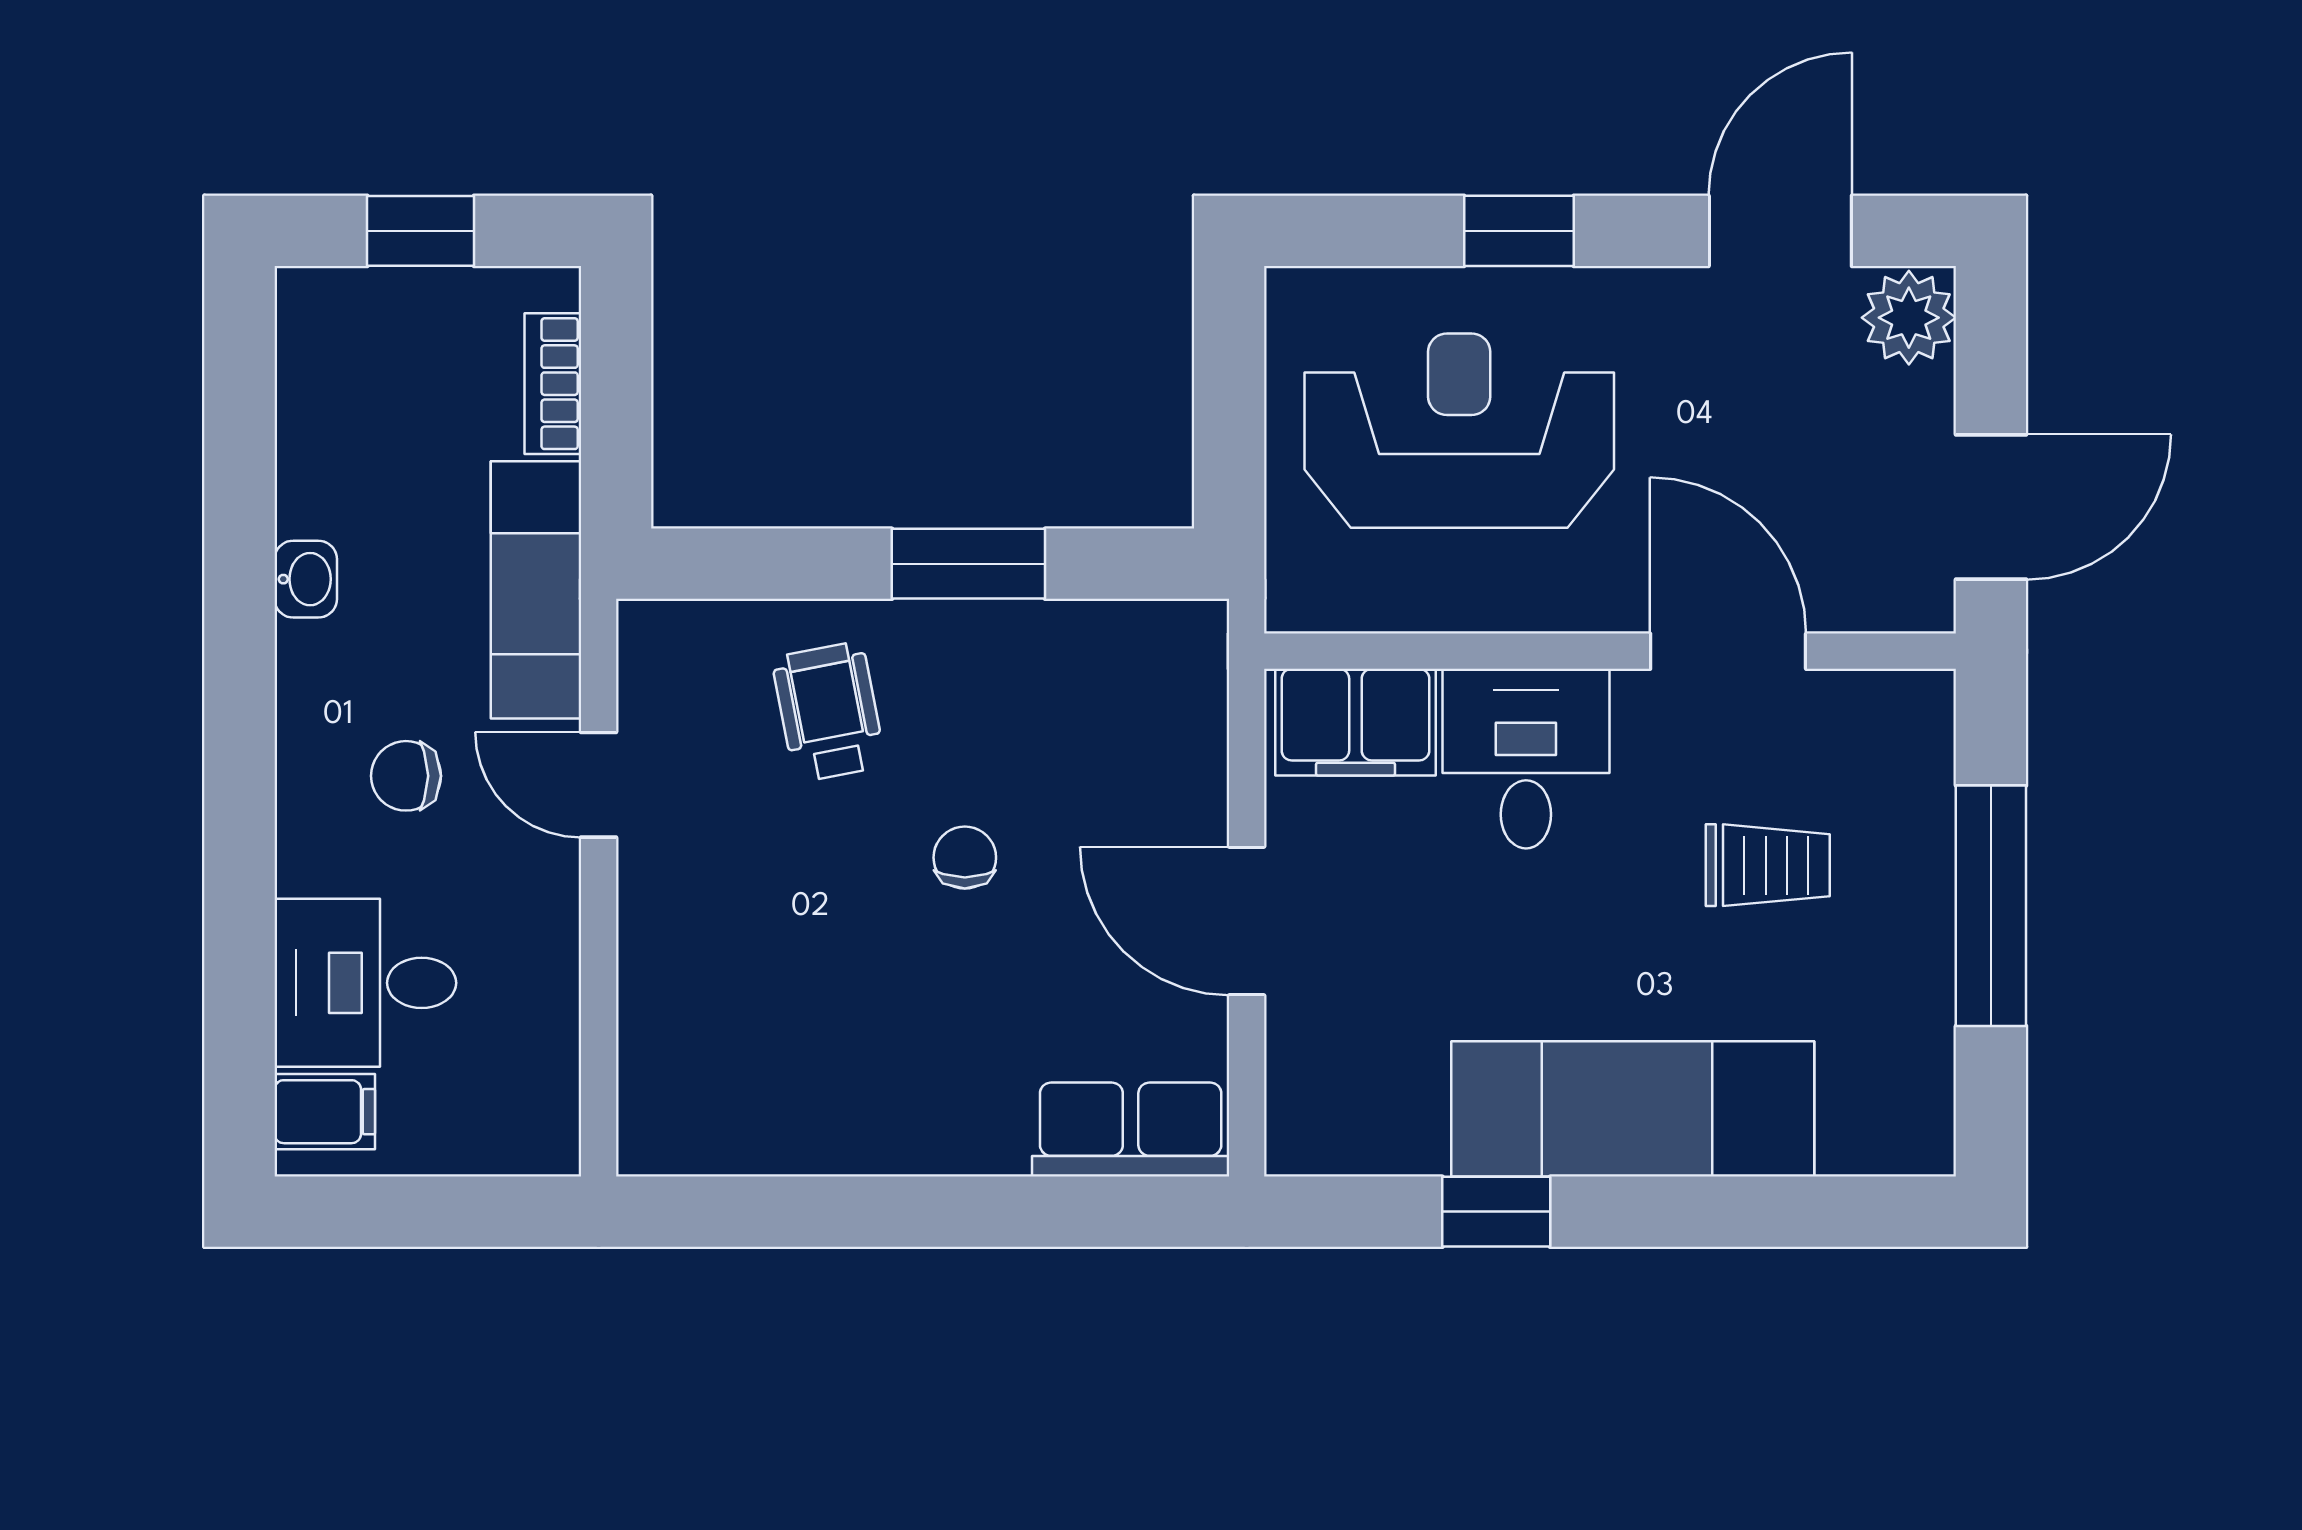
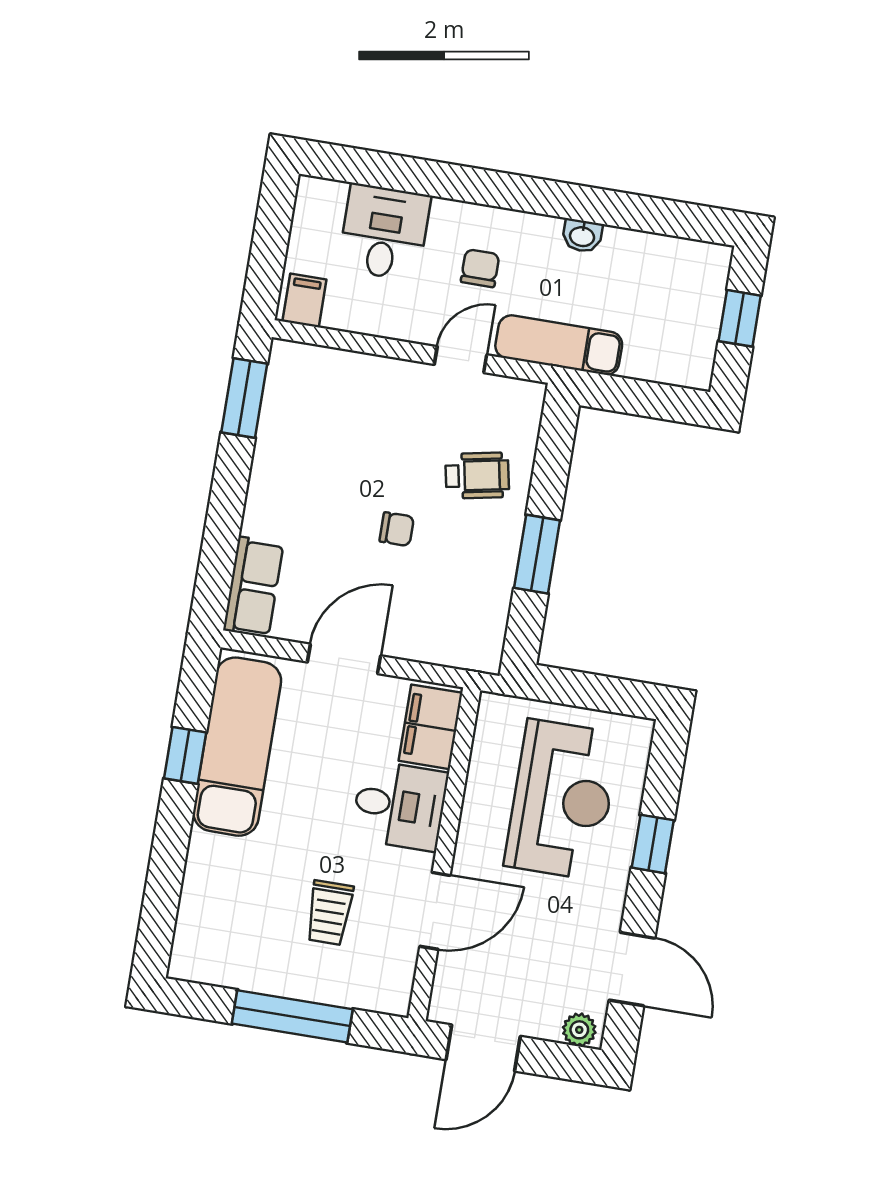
plant: (1909, 318) -> (579, 1030), width x0.73, depth x0.73
bookcase: (553, 384) -> (656, 369), removed
door: (1991, 507) -> (483, 1048), hinge flipped
exam couch: (1633, 1109) -> (237, 747), moved
filing cabinet: (325, 1112) -> (304, 300), moved, turned 180
window: (749, 1212) -> (244, 398), added

